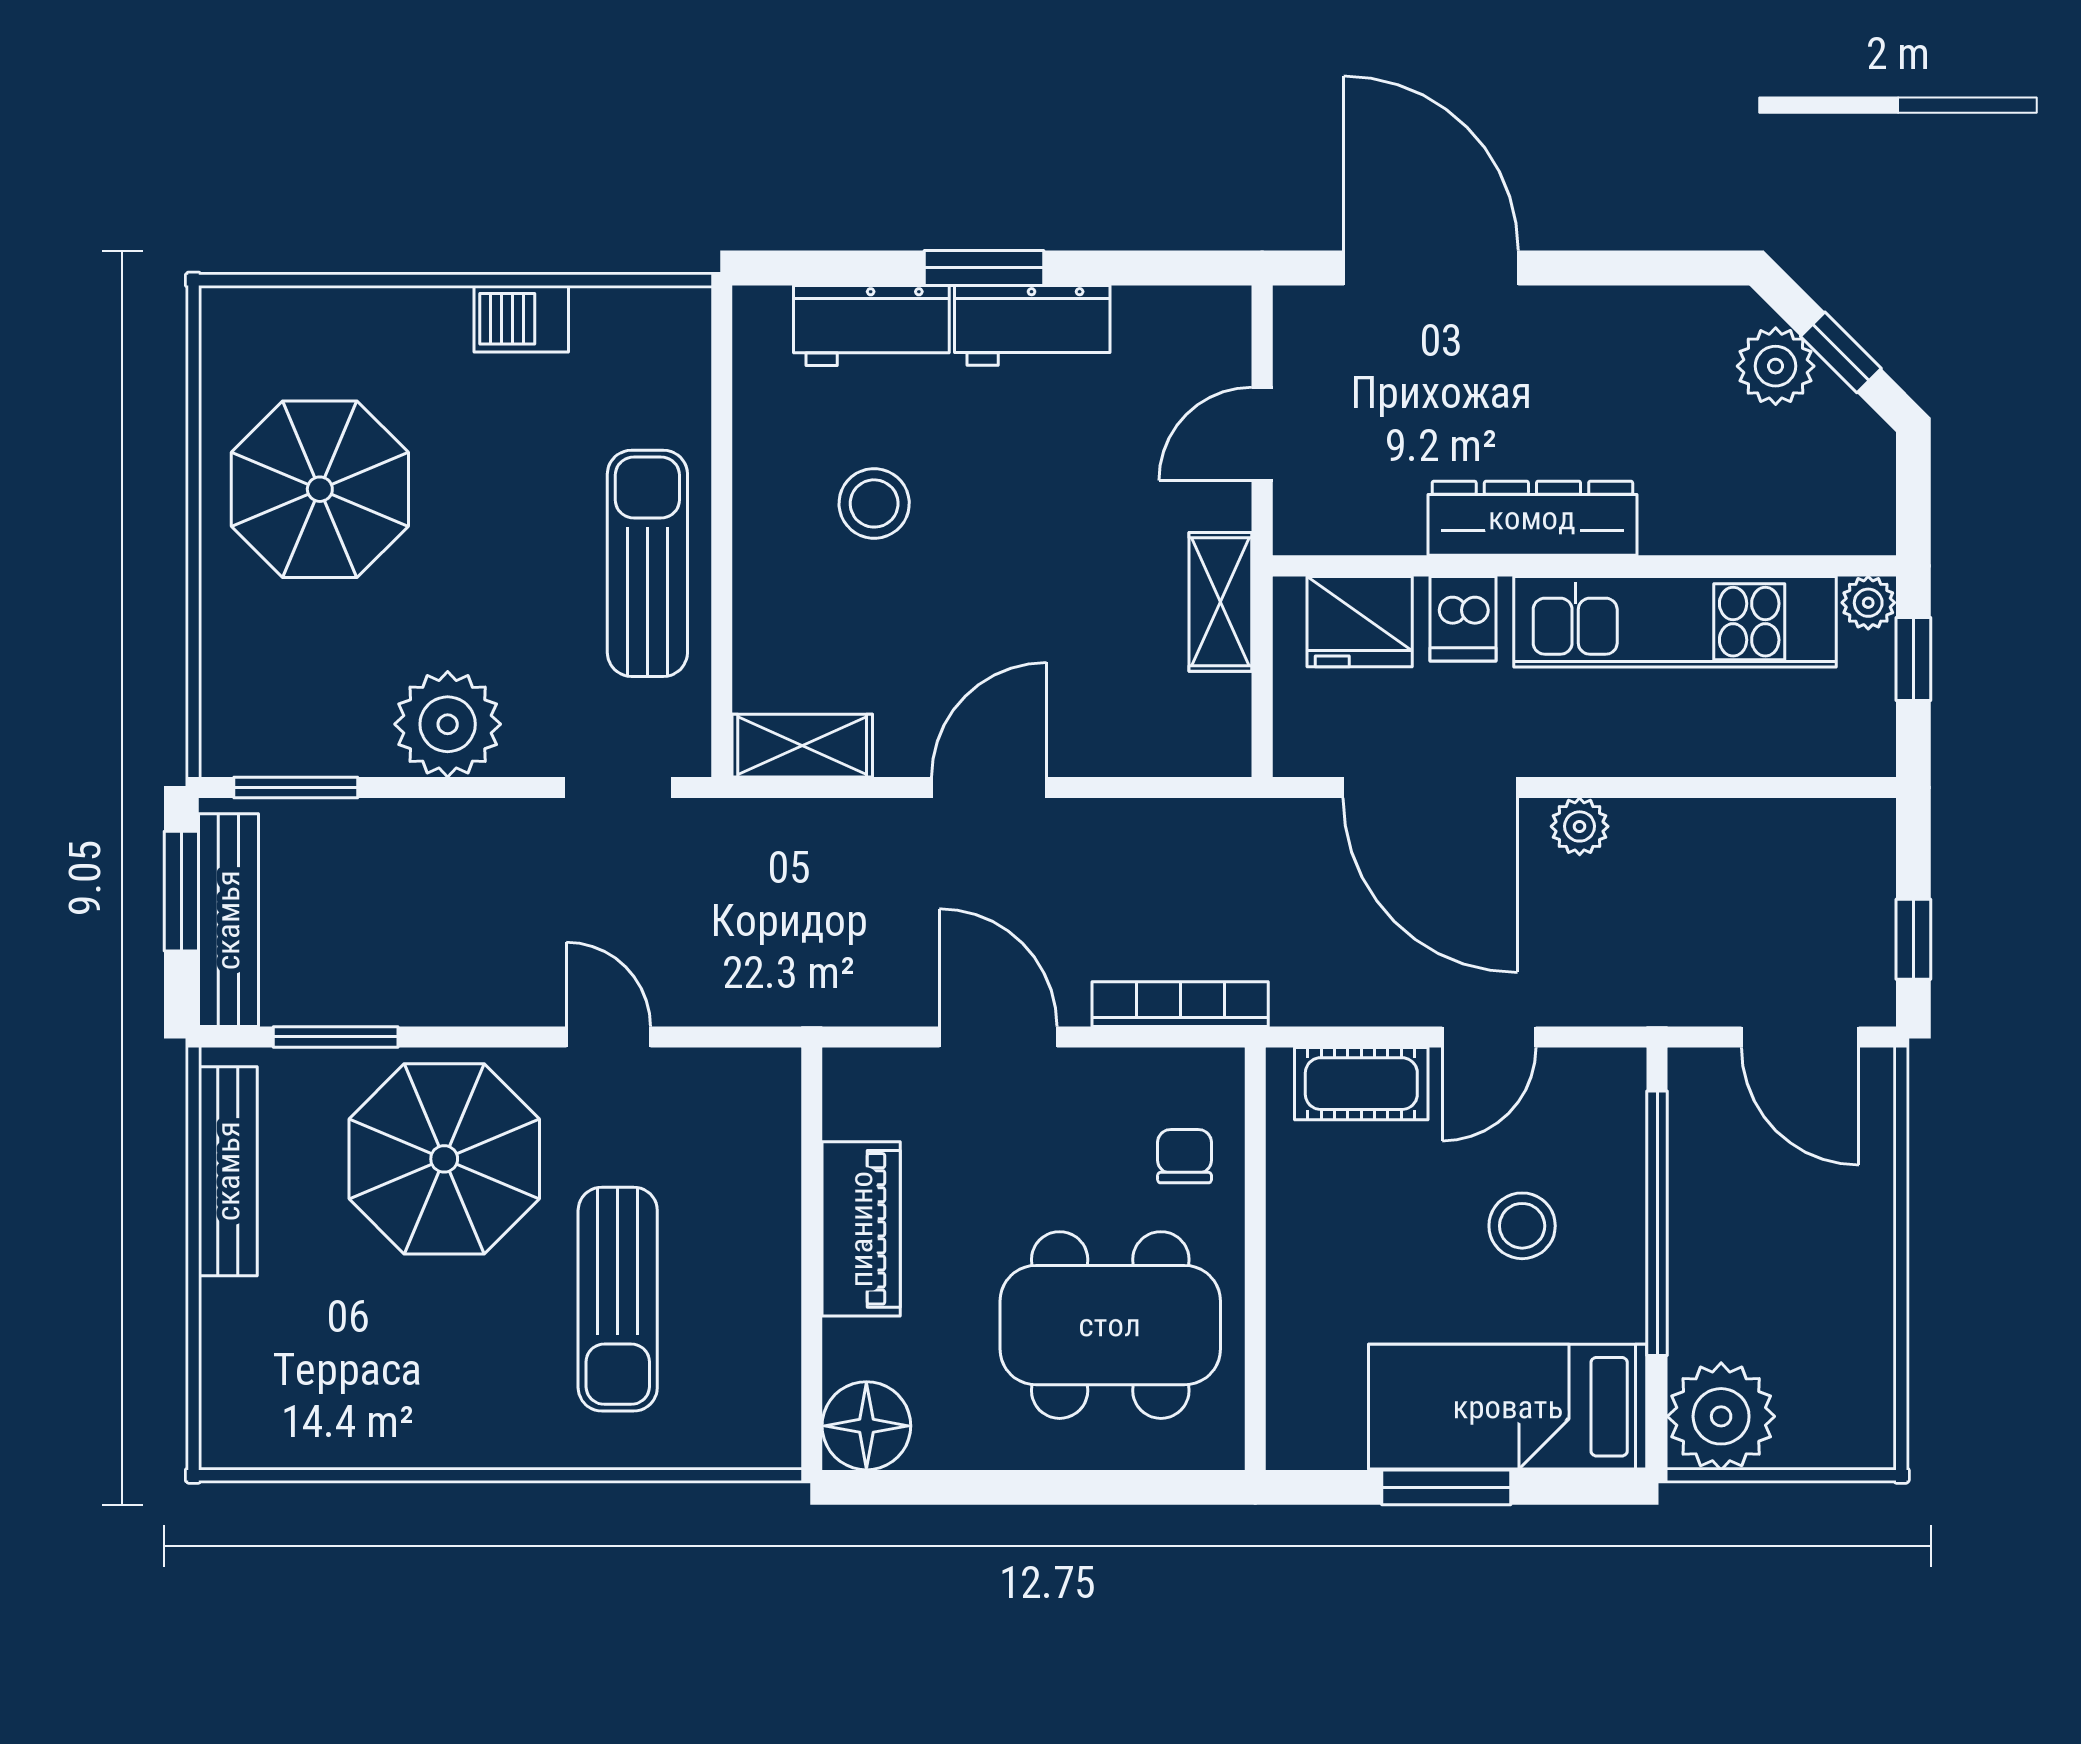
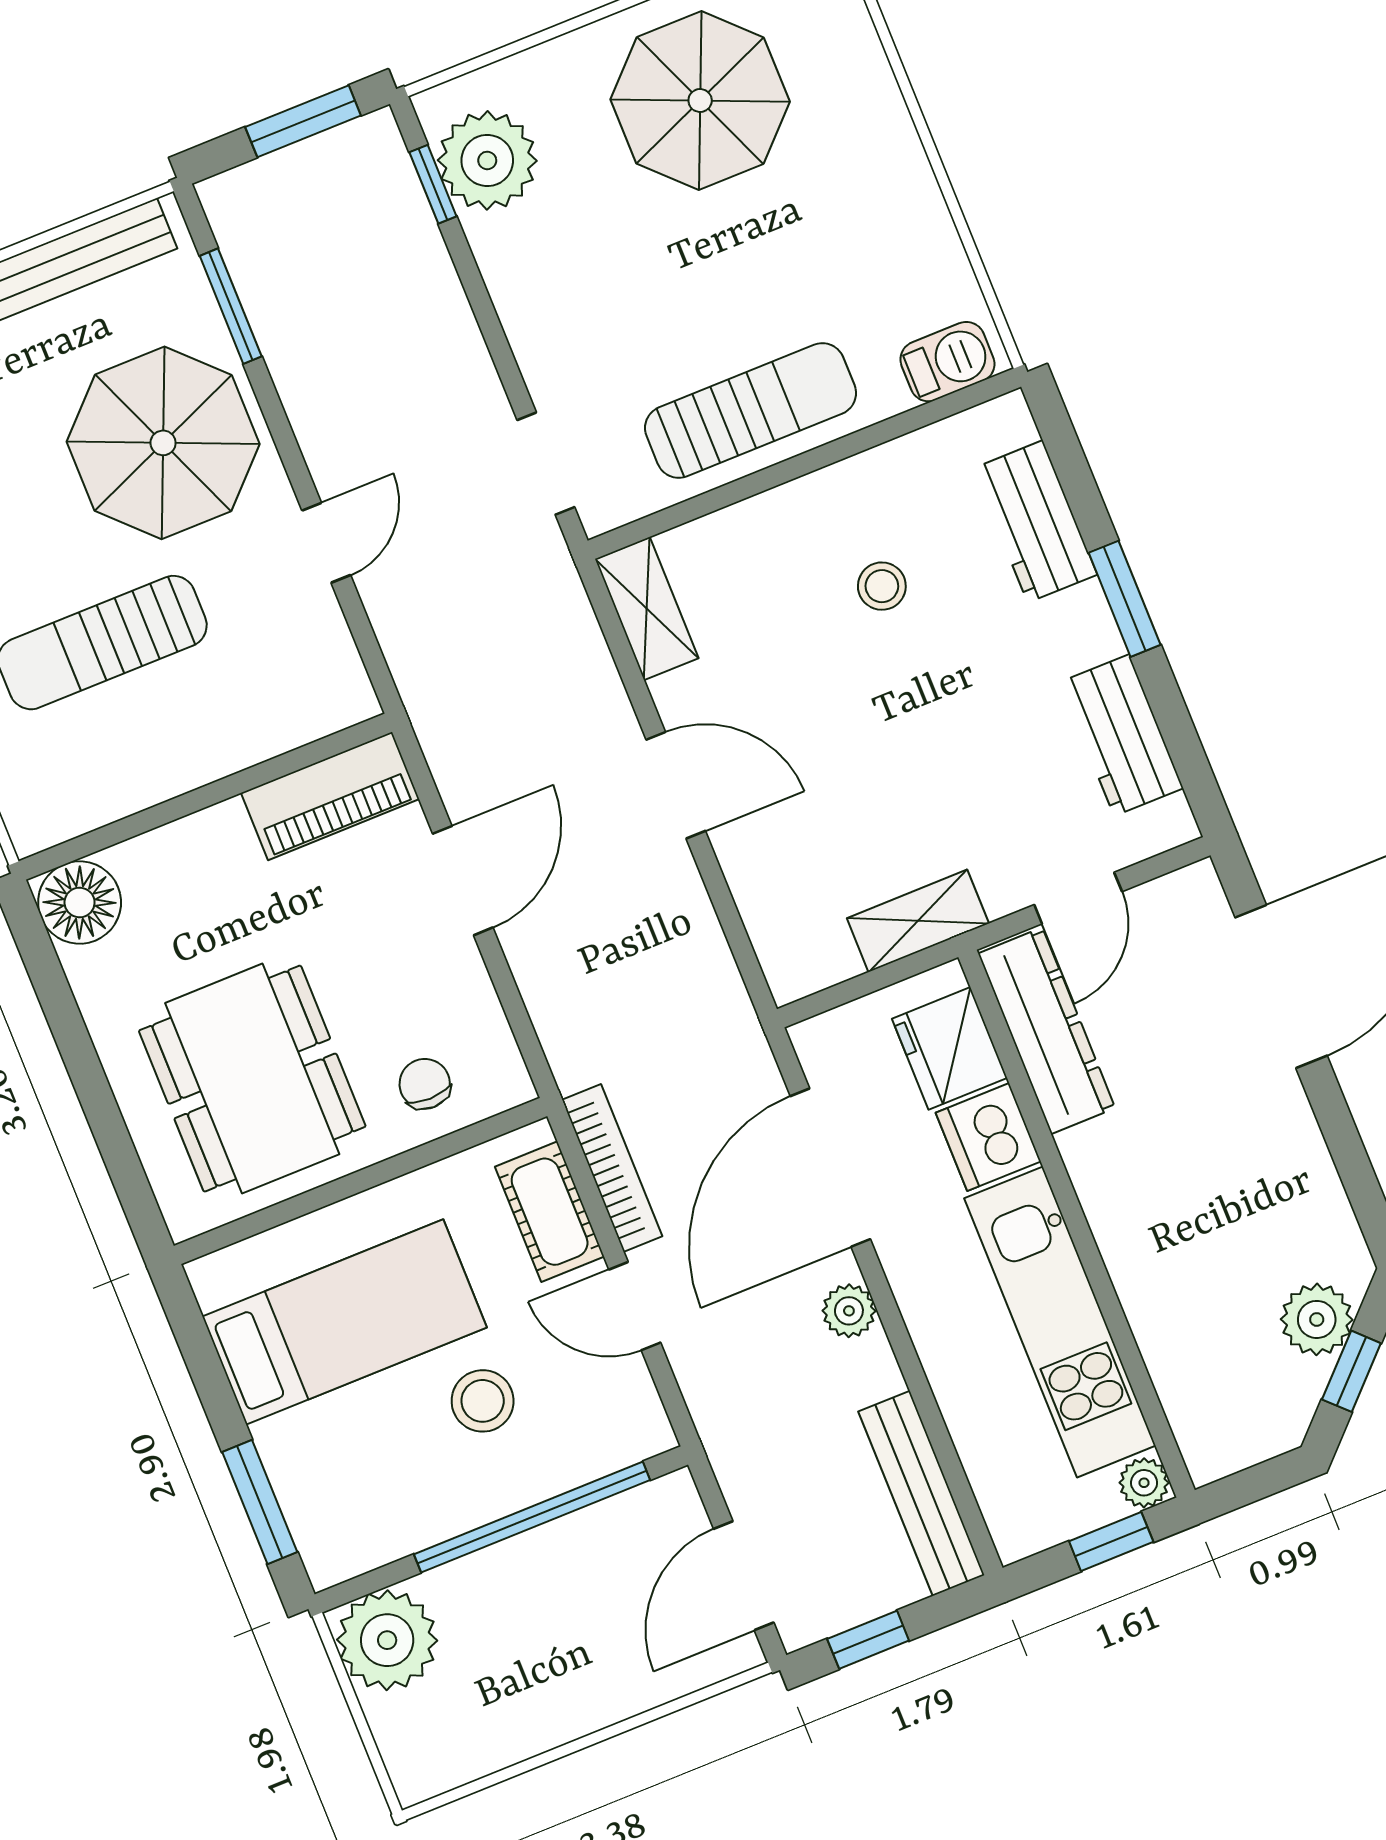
barbecue: (521, 319) -> (947, 362), moved, turned 90
workbench: (1032, 325) -> (1122, 735), moved
door: (1262, 434) -> (1078, 898), swing flipped
stool: (874, 503) -> (882, 586), width x0.73, depth x0.73
dresser: (1532, 518) -> (1047, 1031), moved
dishwasher: (1463, 619) -> (988, 1137), width x1.38
plant: (448, 724) -> (487, 160), moved
window: (296, 788) -> (433, 184), width x0.67
bench: (228, 920) -> (921, 1493), moved, turned 90
bookcase: (1180, 1004) -> (612, 1168), moved
chair: (1185, 1156) -> (425, 1084), turned -90
piano: (861, 1229) -> (330, 796), moved
bed: (1508, 1407) -> (345, 1322), moved, turned 90
window: (1446, 1487) -> (260, 1502), moved

